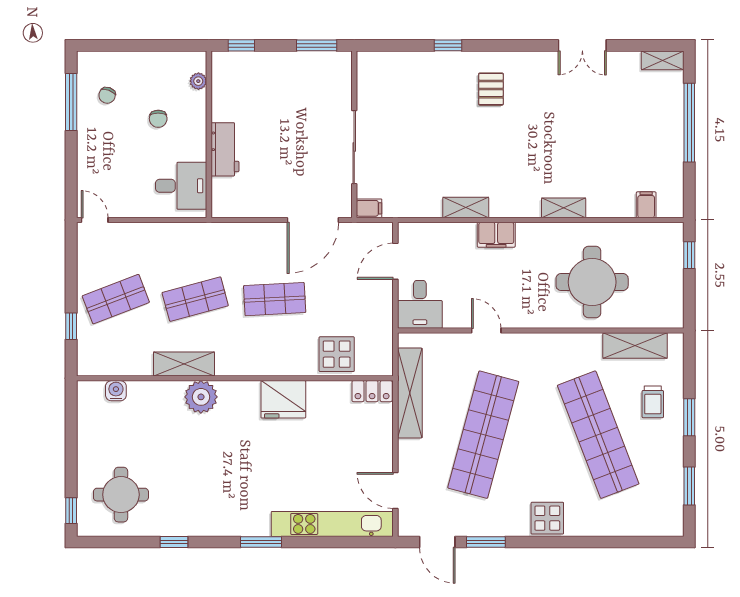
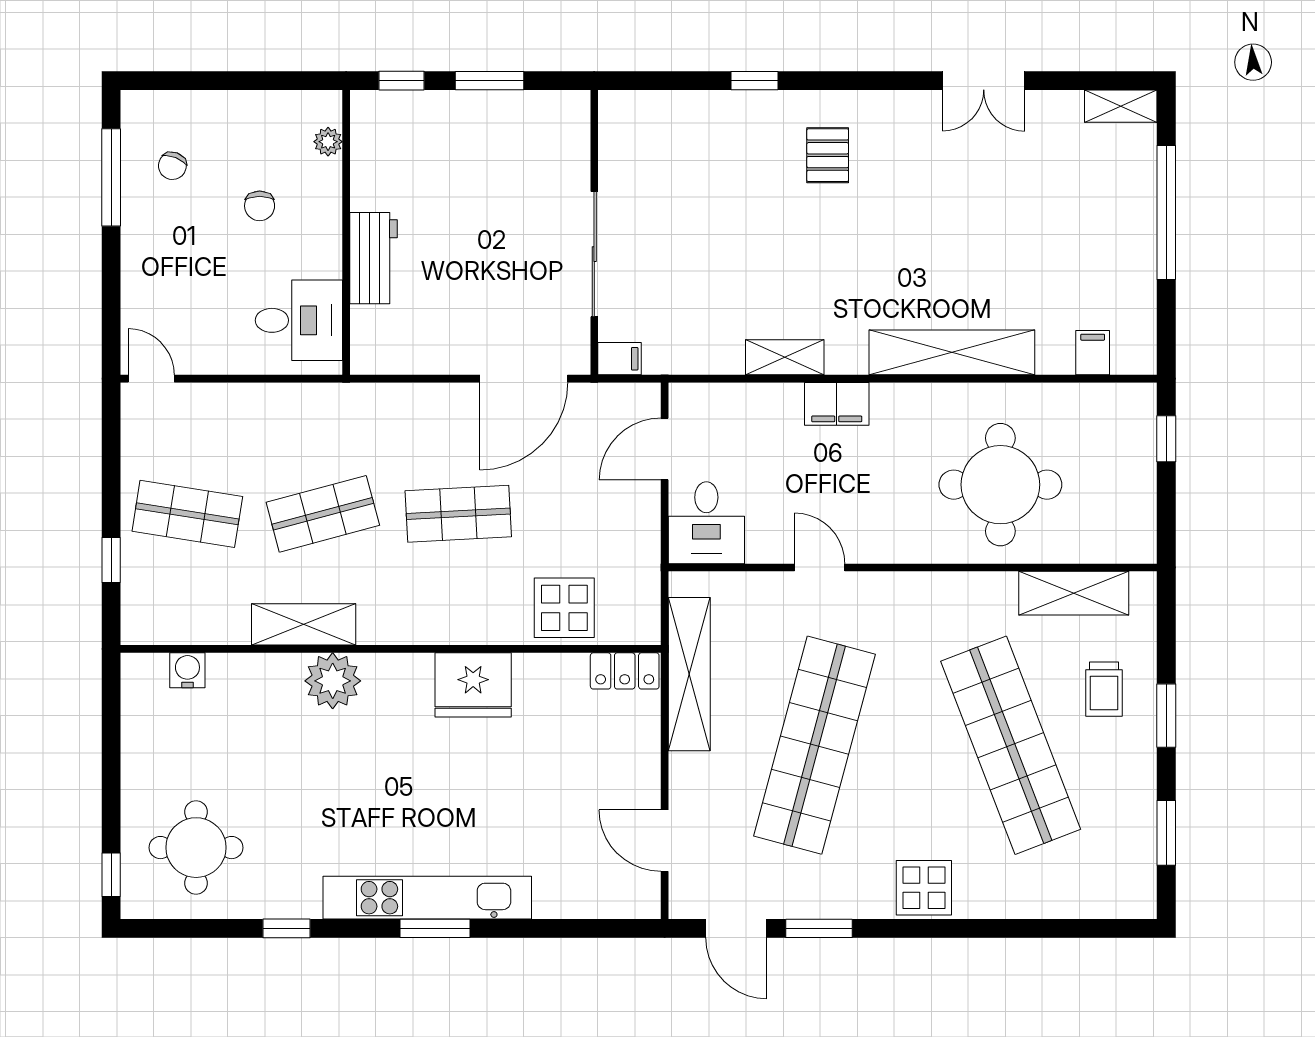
window: (317, 45) -> (489, 81), moved
shelving: (564, 208) -> (952, 352), width x2.20, depth x1.33
shop shelf: (116, 299) -> (187, 514), turned 30
kitchen unit: (332, 524) -> (427, 898), moved

